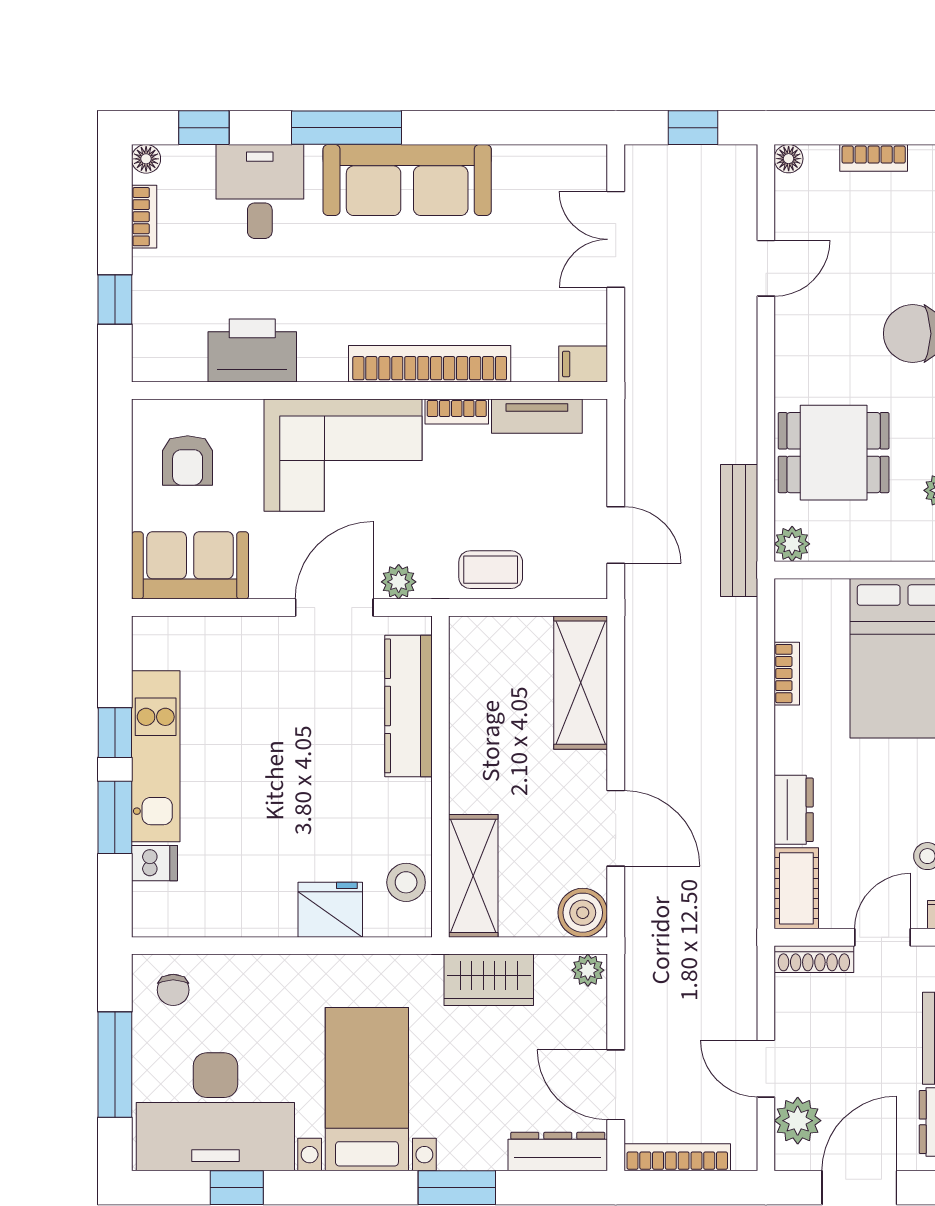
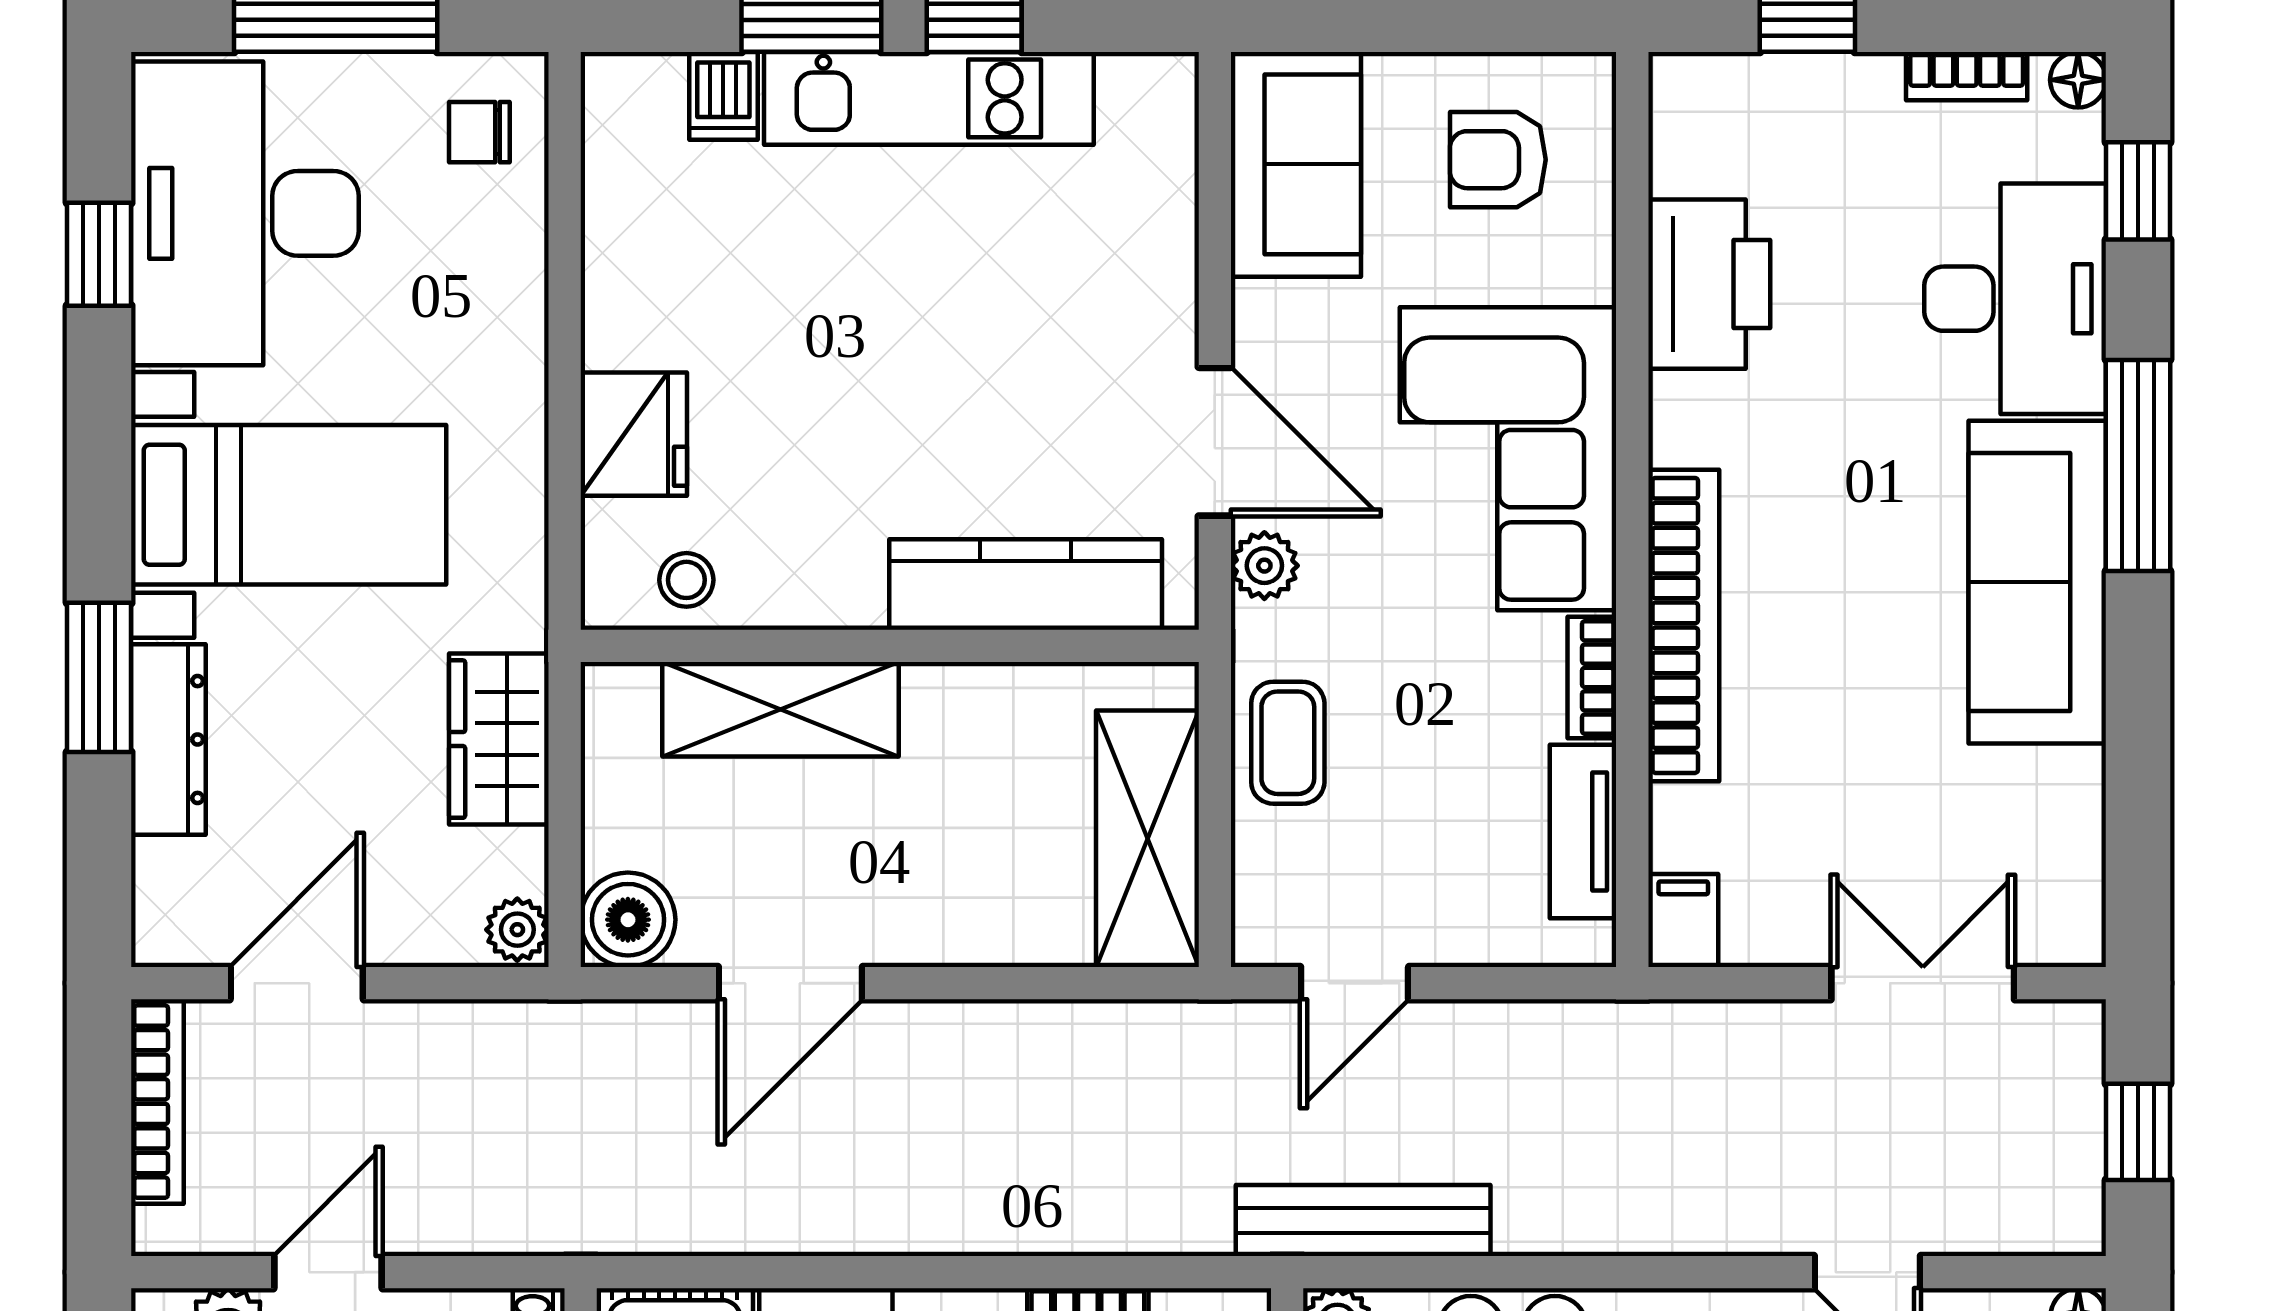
desk: (260, 191) -> (2015, 299), width x1.37
shelving: (581, 683) -> (1147, 839), moved, turned 90
shelving: (473, 876) -> (780, 709), moved
stool: (406, 882) -> (686, 580), width x0.73, depth x0.73
dresser: (558, 1152) -> (168, 740), moved

